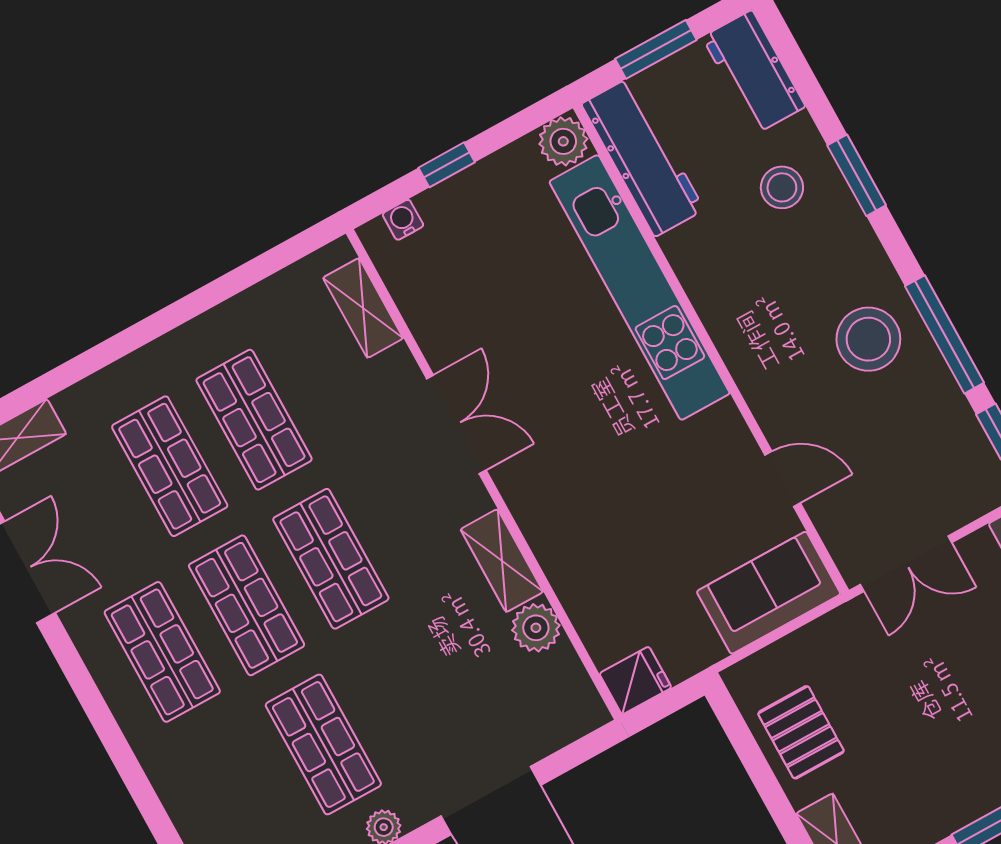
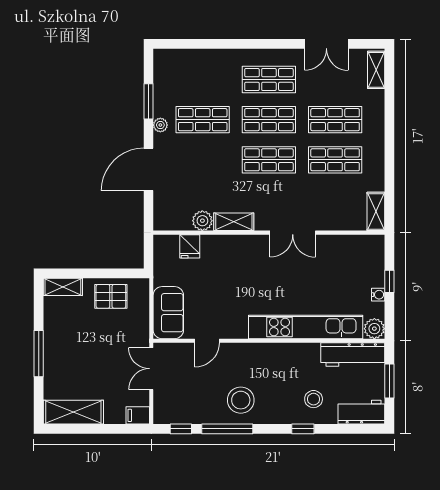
window: (857, 175) -> (303, 429), width x0.67
water cooler: (403, 220) -> (378, 295), moved
shelving: (363, 308) -> (376, 211), moved, turned 90
fridge: (635, 681) -> (190, 246), moved

